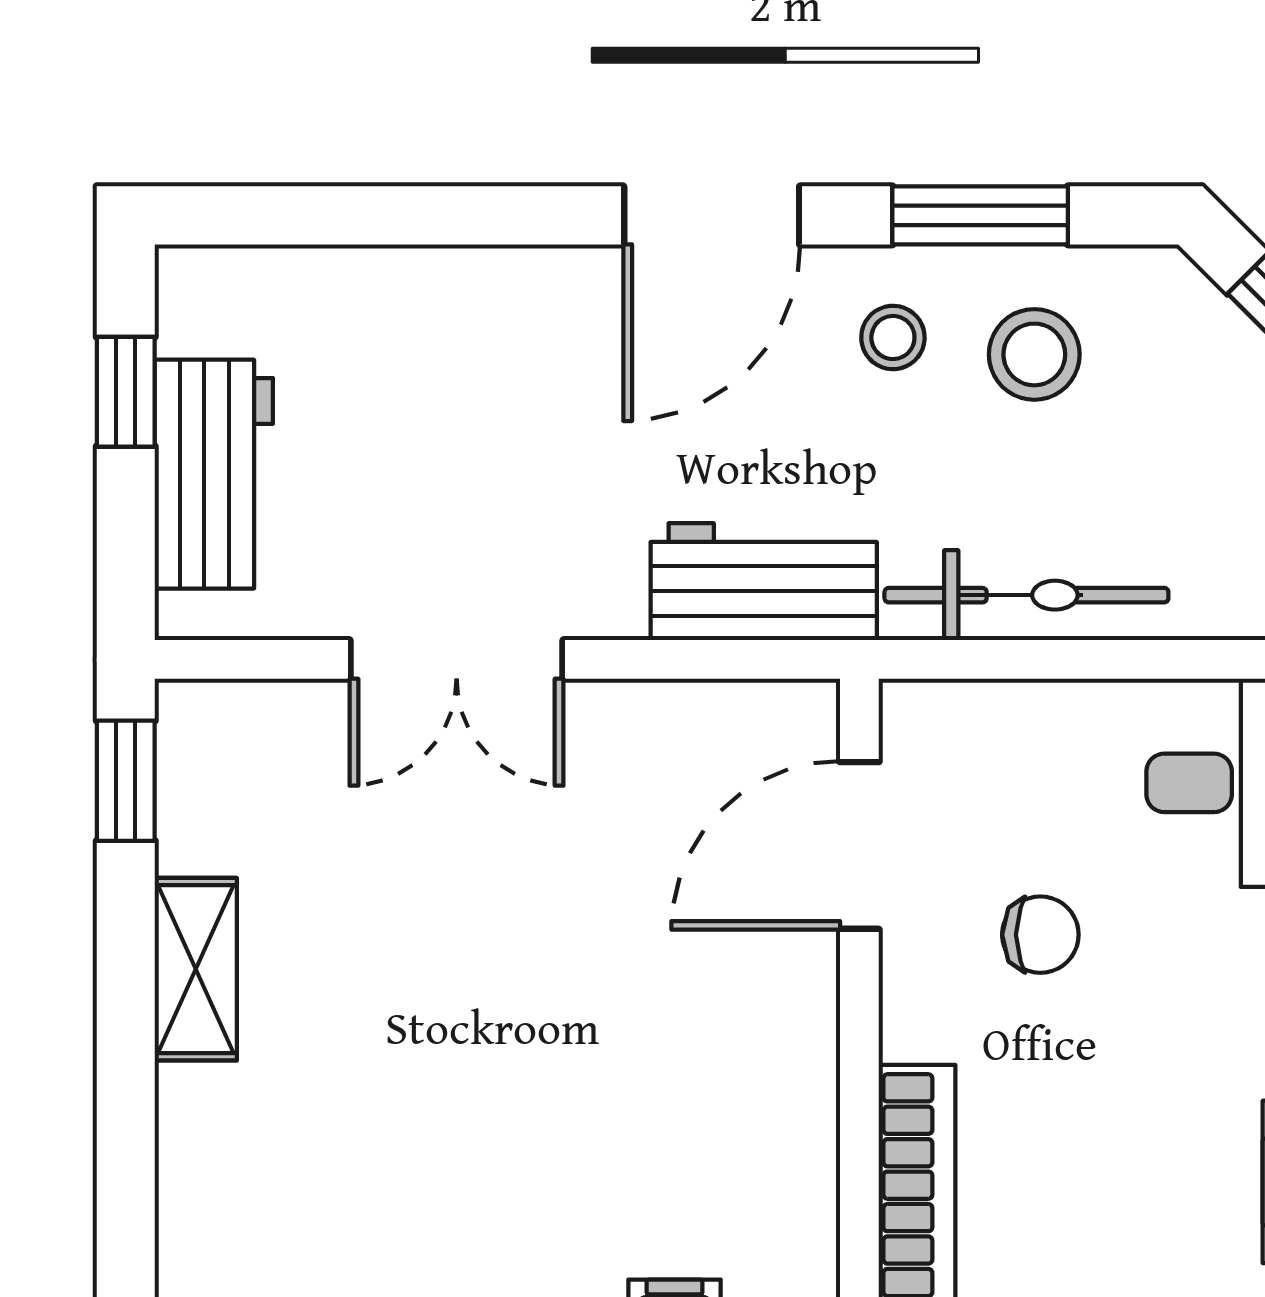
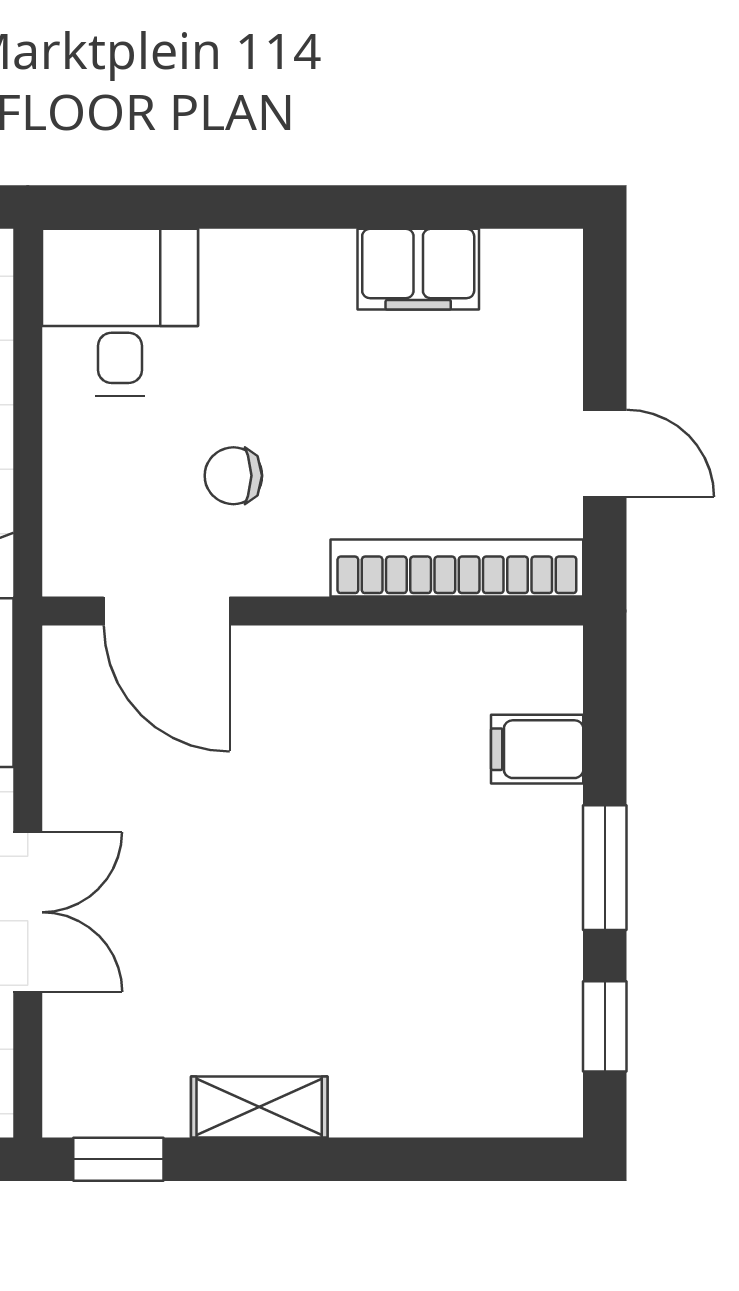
chair: (1040, 935) -> (233, 476), turned -90

